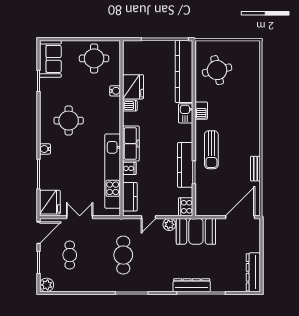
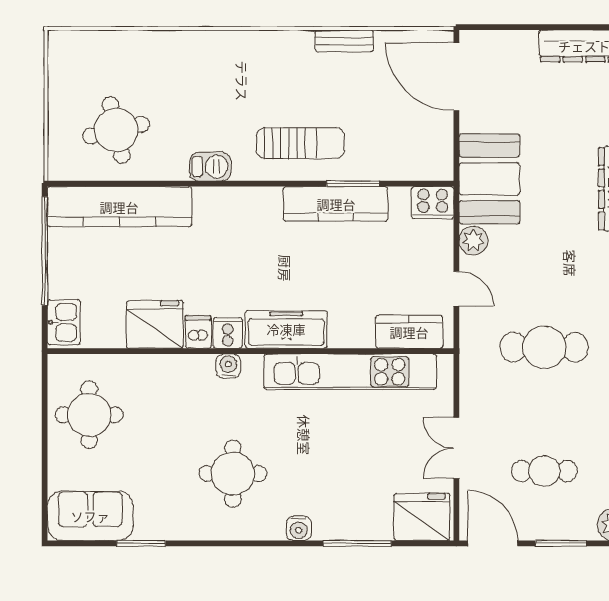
water cooler: (115, 91) -> (228, 366), moved
kitchen sink: (186, 113) -> (64, 322), moved, turned -90
cooker: (129, 168) -> (228, 333), moved

